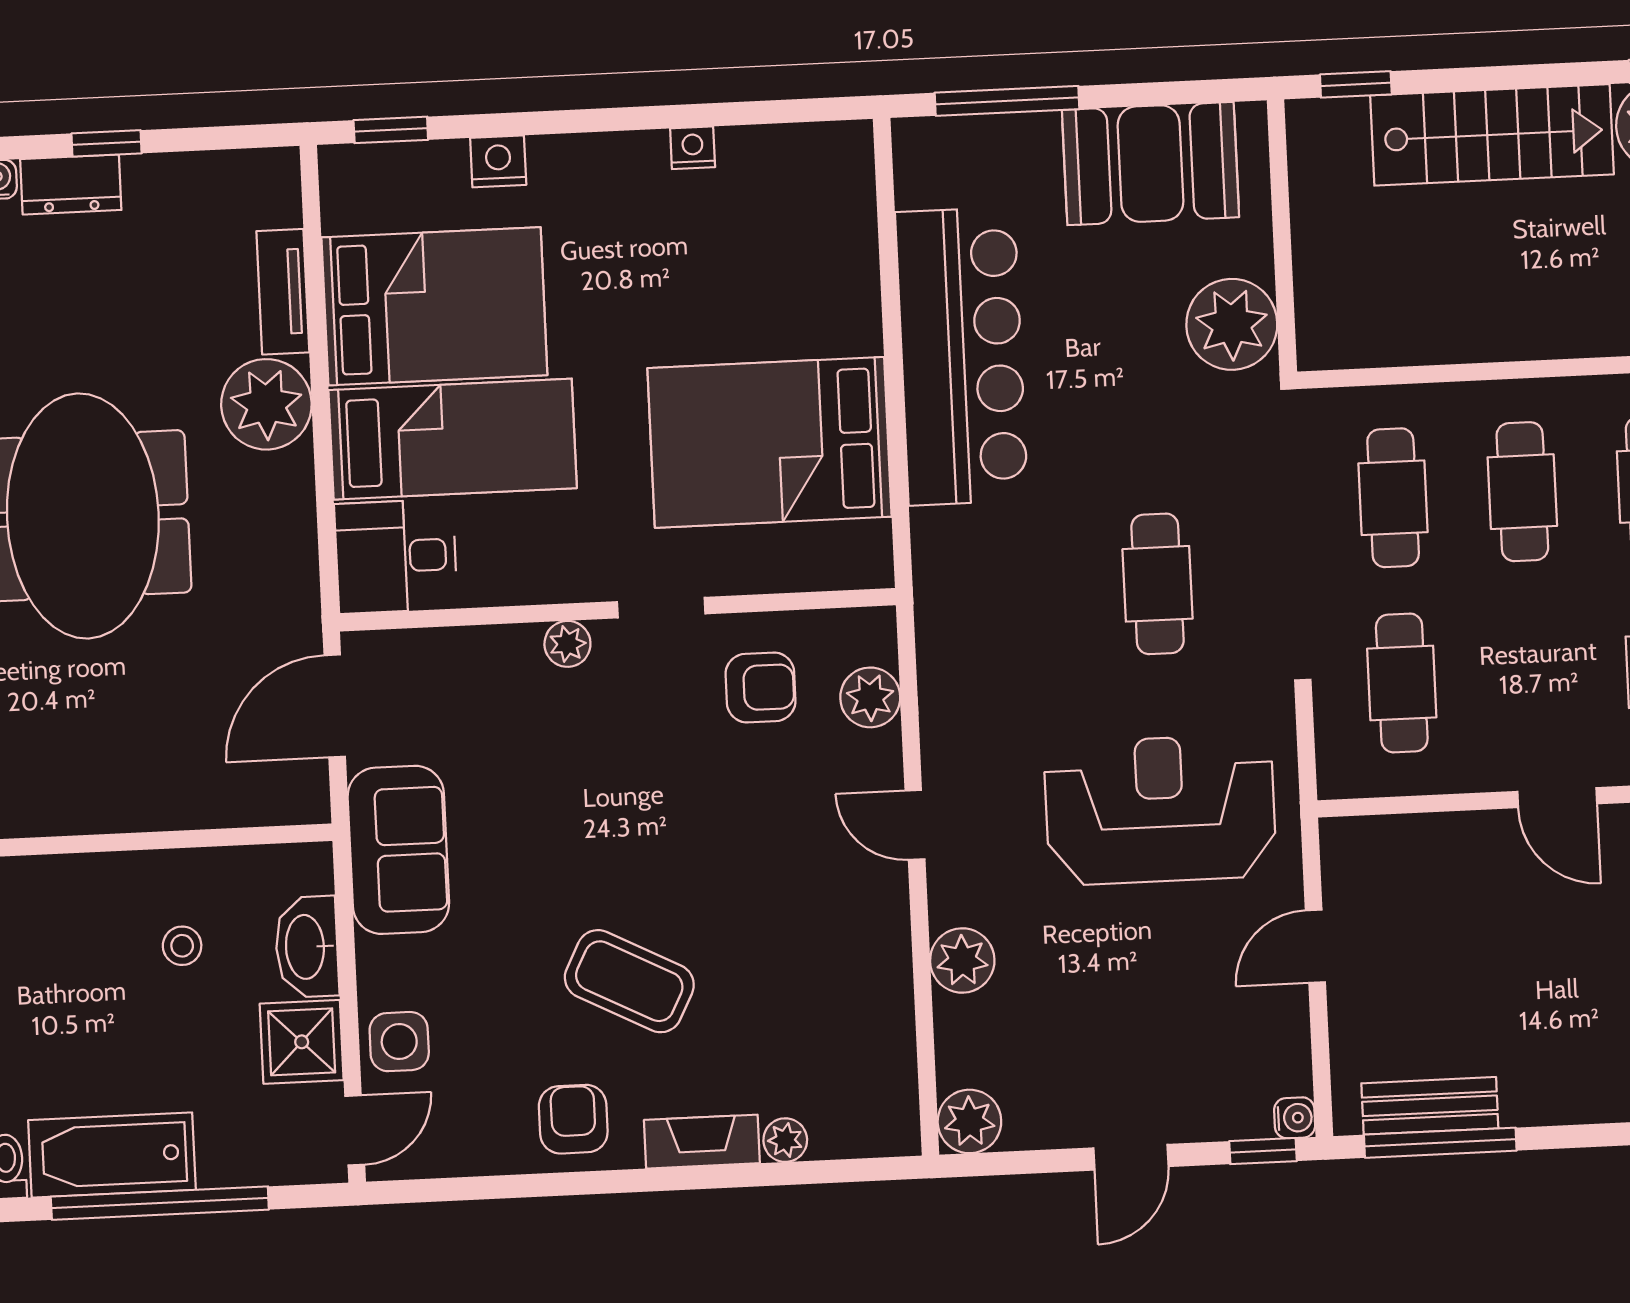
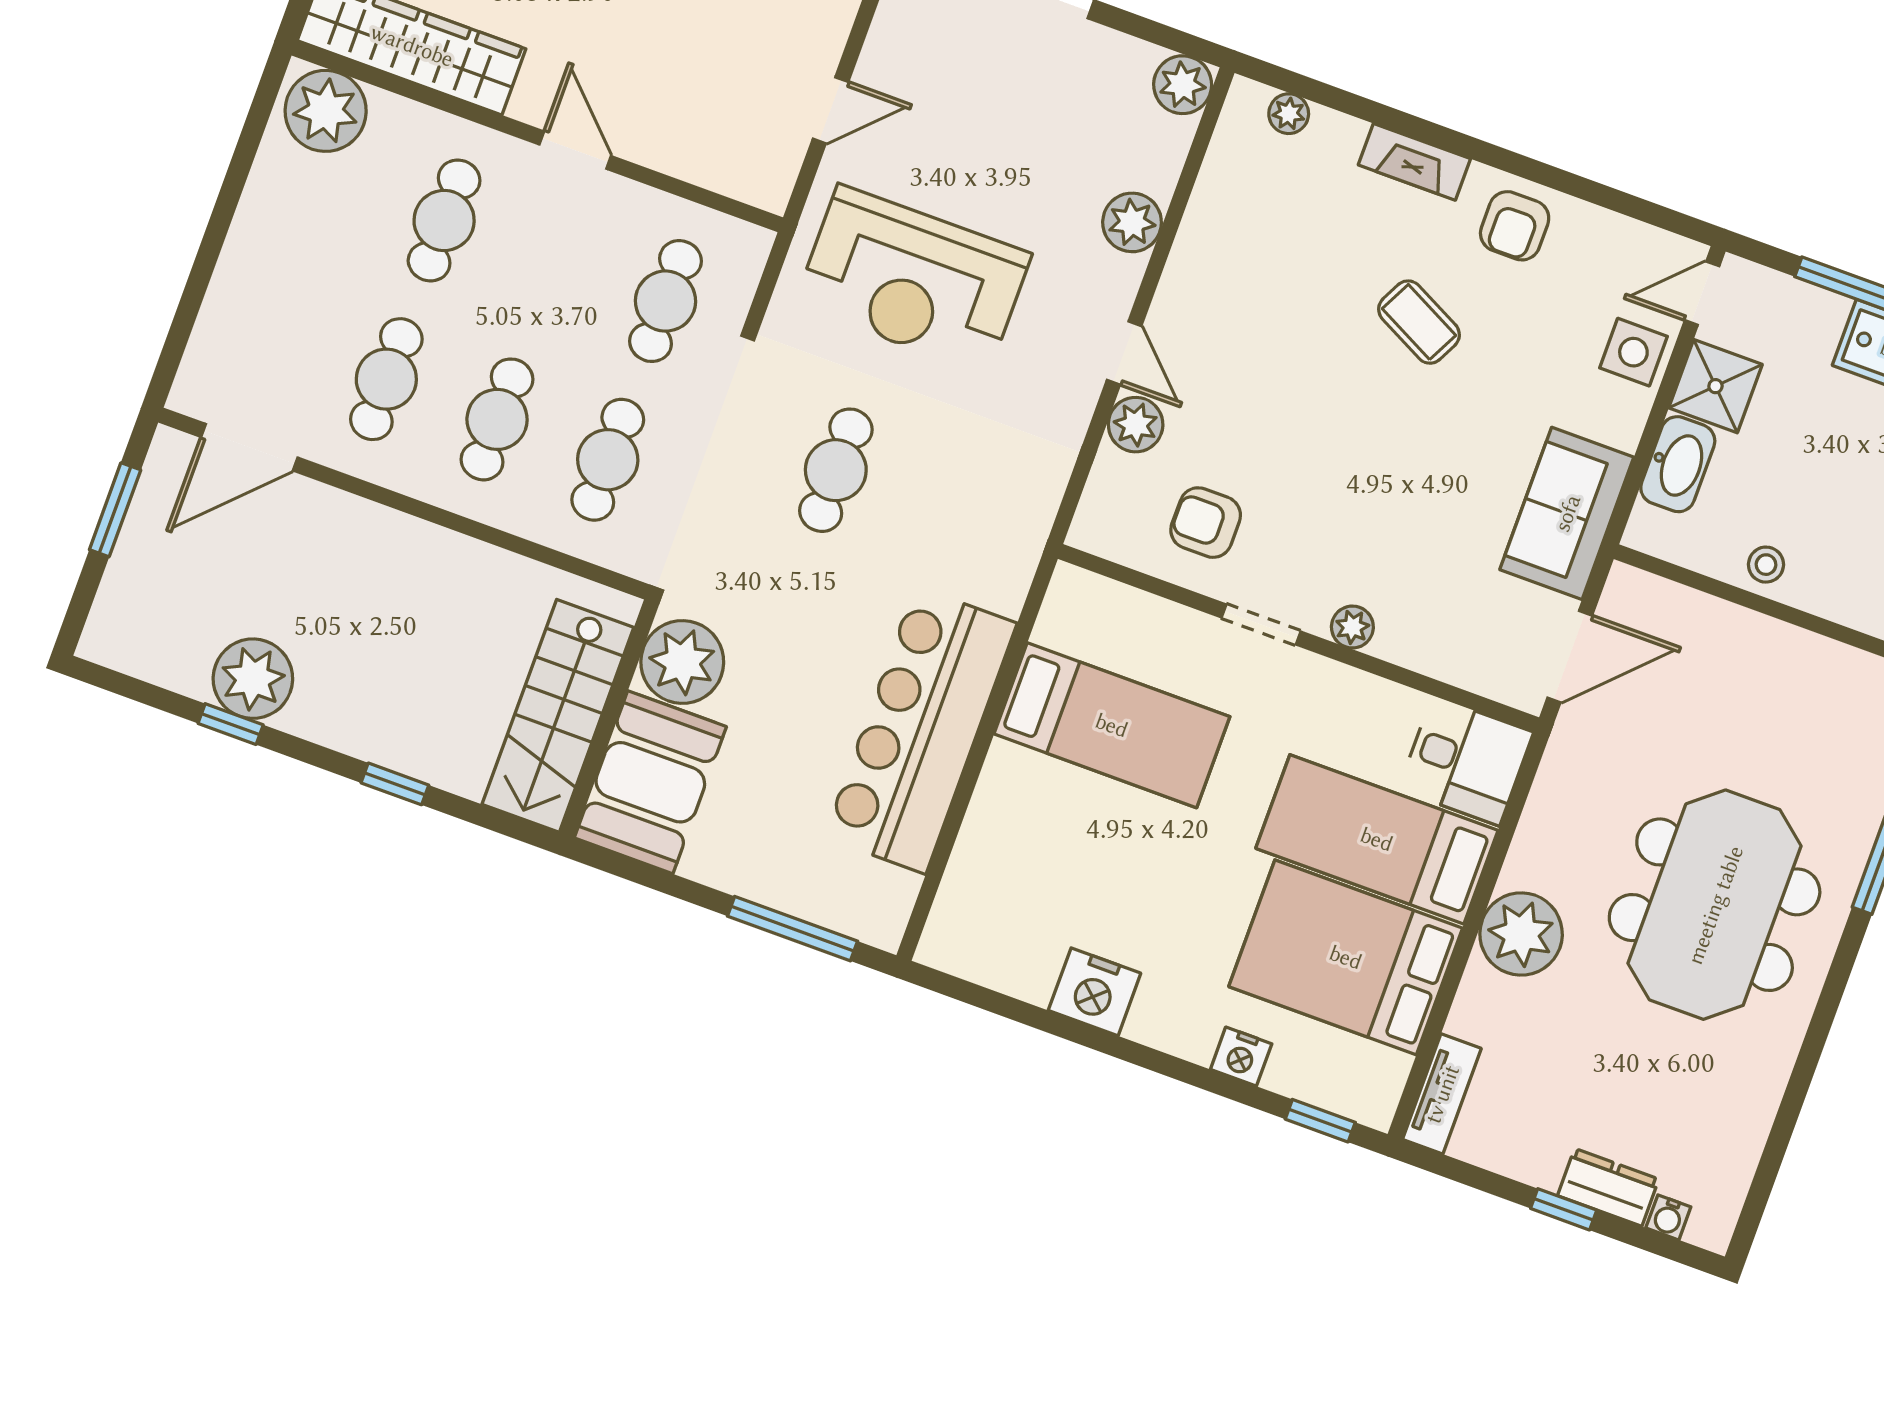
window: (1356, 84) -> (395, 784), moved
stairs: (1492, 135) -> (558, 716), moved, turned -90
nightstand: (693, 148) -> (1095, 992), width x1.89, depth x1.79
booth: (1150, 164) -> (650, 782), moved, turned 90
tv unit: (283, 292) -> (1442, 1094), moved
bed: (770, 442) -> (1112, 725), width x0.67
plant: (870, 697) -> (1136, 425), moved
stool: (182, 946) -> (1766, 565), moved
coffee table: (629, 981) -> (1419, 322), width x0.73, depth x0.77
plant: (785, 1140) -> (1289, 114), moved

